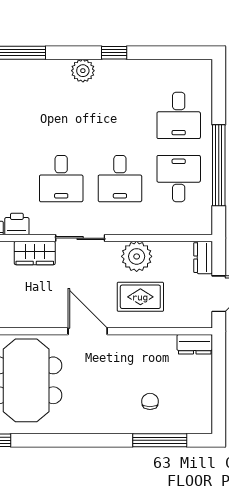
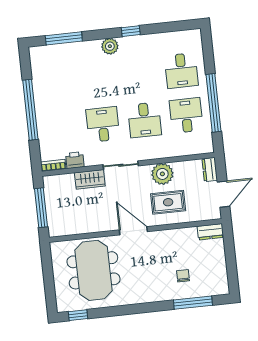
desk: (61, 179) -> (103, 124), turned 180

